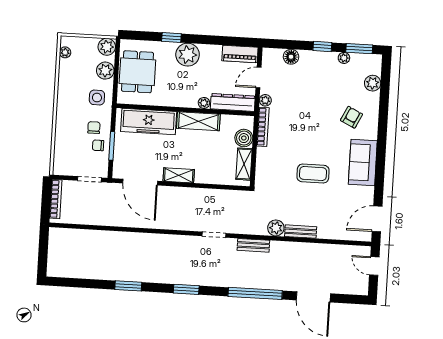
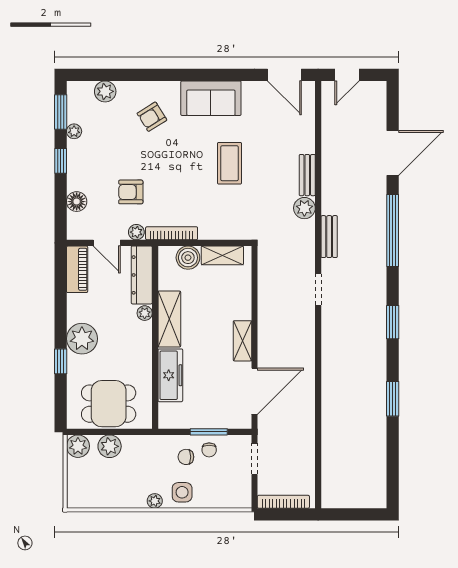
plant: (65, 52) -> (155, 501), moved
side table: (97, 98) -> (182, 492), moved
armchair: (296, 98) -> (131, 192), added
armchair: (352, 117) -> (152, 117), turned -58
freezer: (149, 122) -> (170, 375), width x0.73, depth x0.79

